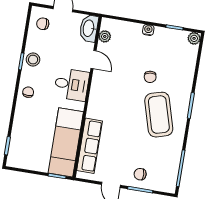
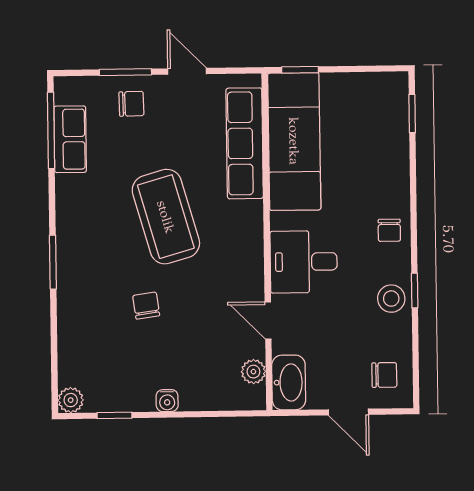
coffee table: (159, 115) -> (166, 217), moved
row of seats: (172, 162) -> (70, 139), added

